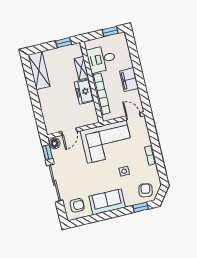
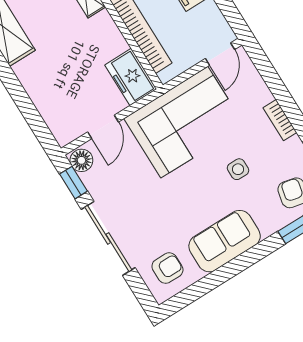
freezer: (84, 91) -> (131, 77), moved
door: (133, 116) -> (220, 54), swing flipped

